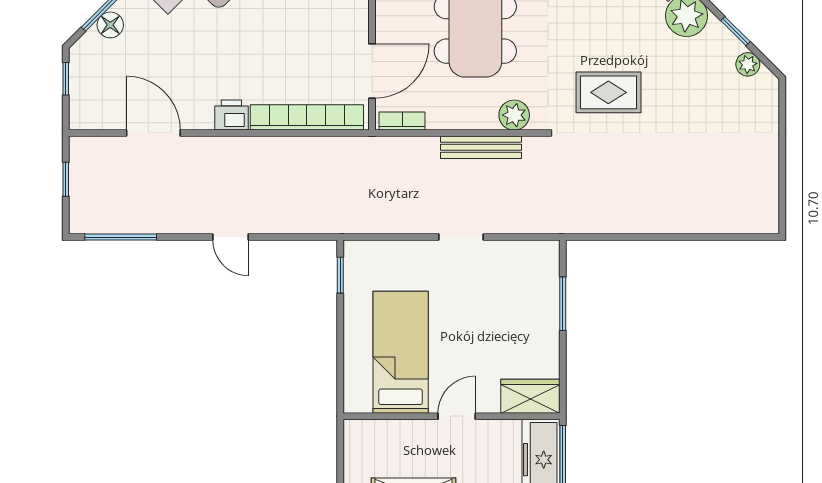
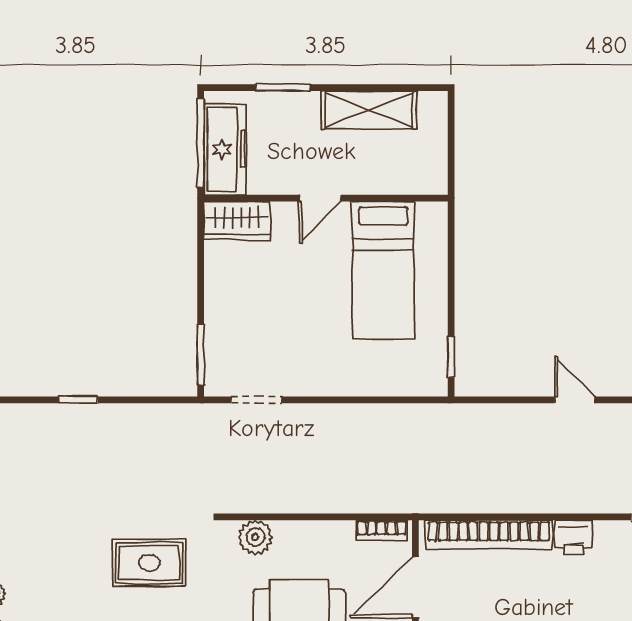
bench: (481, 147) -> (293, 501), removed
doorway: (461, 237) -> (257, 400), moved
window: (671, 237) -> (78, 400), added
window: (563, 304) -> (201, 355), moved

